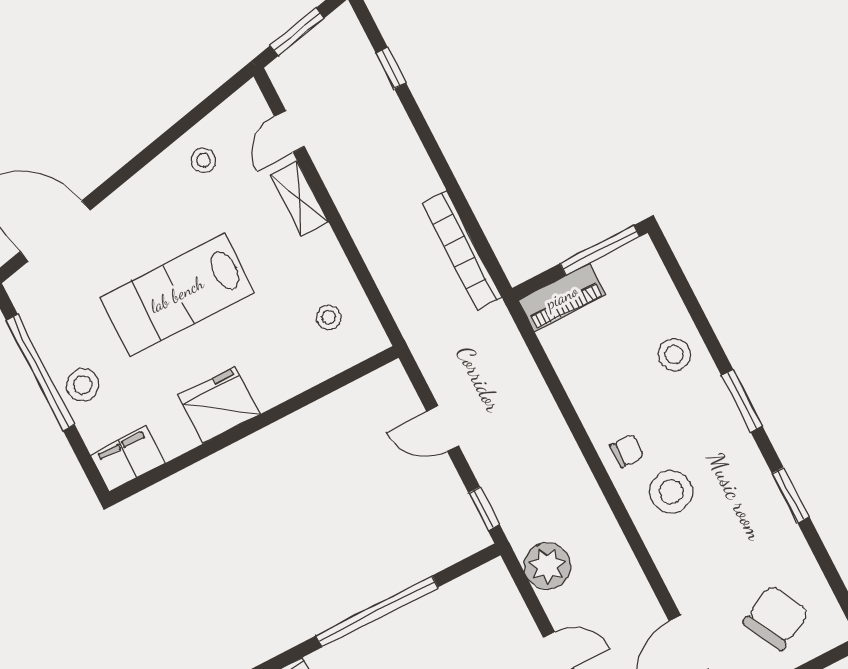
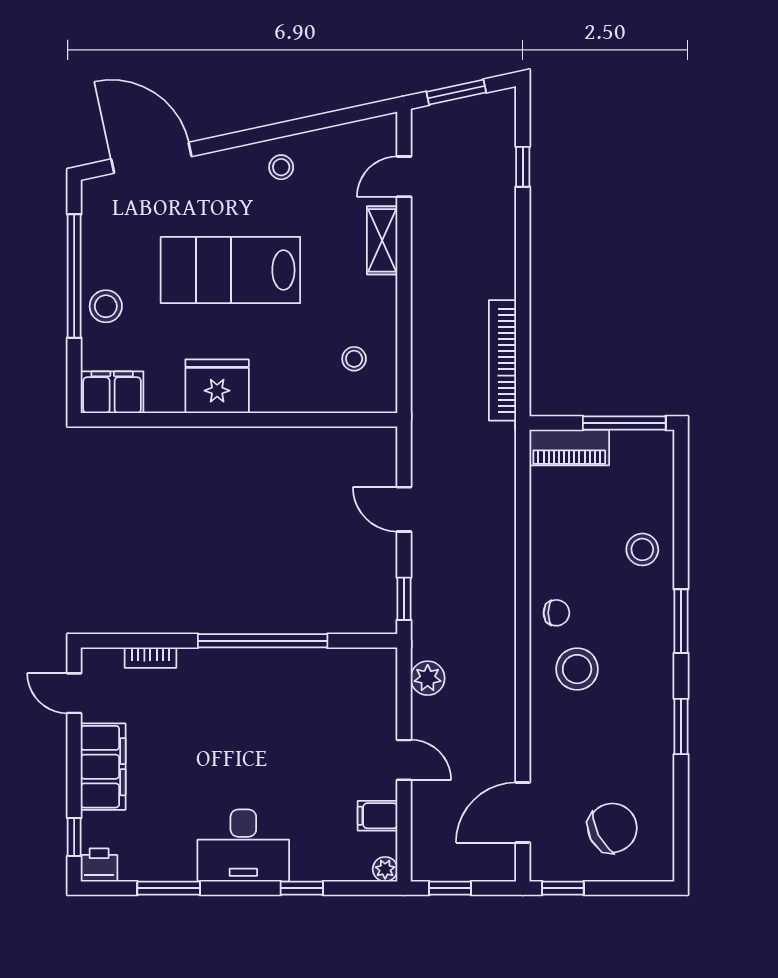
stool: (203, 160) -> (281, 167), moved
plant: (547, 566) -> (428, 678), width x0.73, depth x0.73

